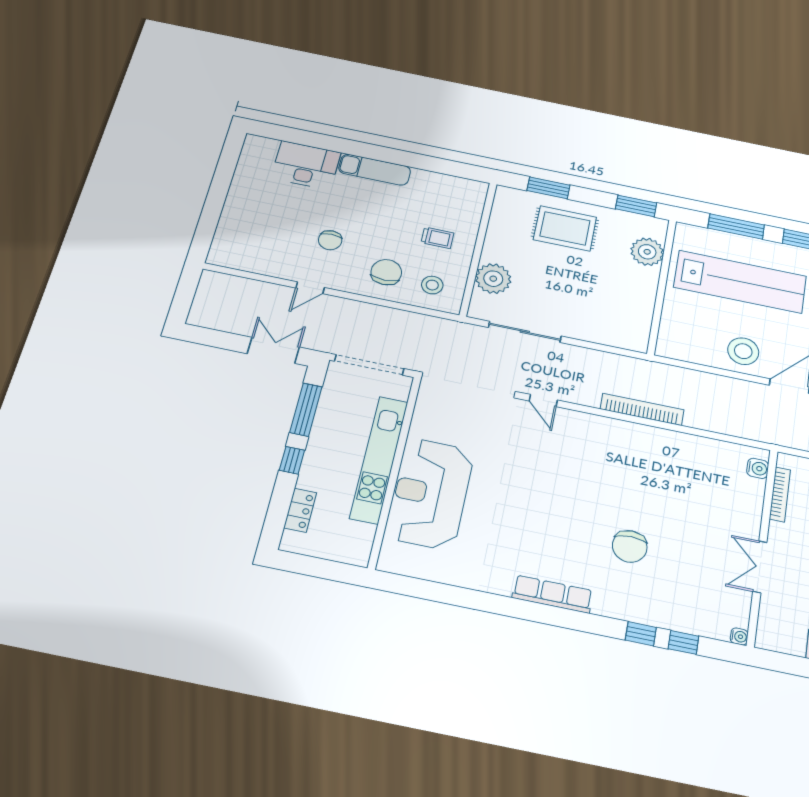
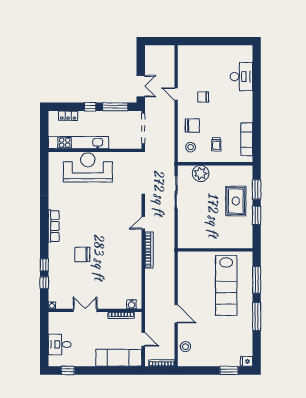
exam couch: (375, 170) -> (247, 139), moved
window: (636, 206) -> (257, 215), moved
plant: (647, 252) -> (232, 241), removed
stool: (743, 351) -> (189, 291), removed
door: (543, 401) -> (143, 223), moved
kitchen unit: (379, 459) -> (78, 143), moved

